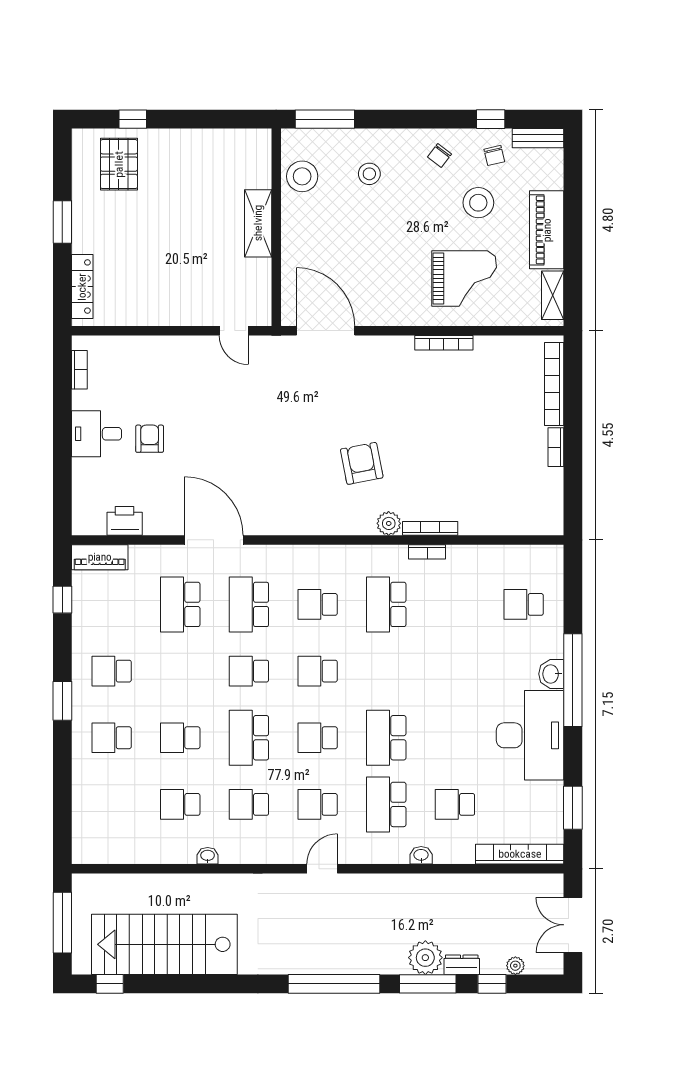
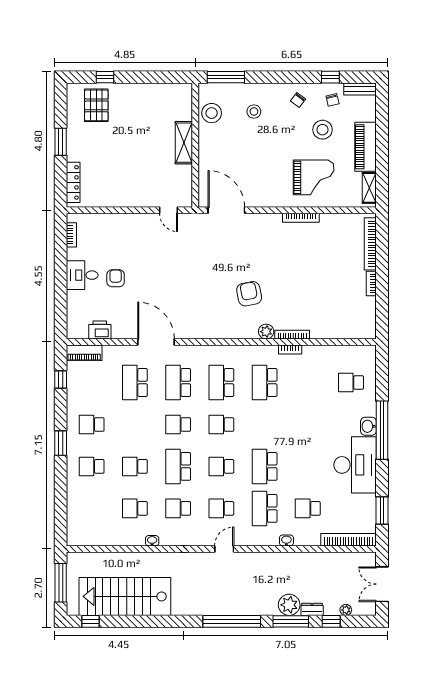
school desk: (318, 604) -> (221, 382), width x1.85

